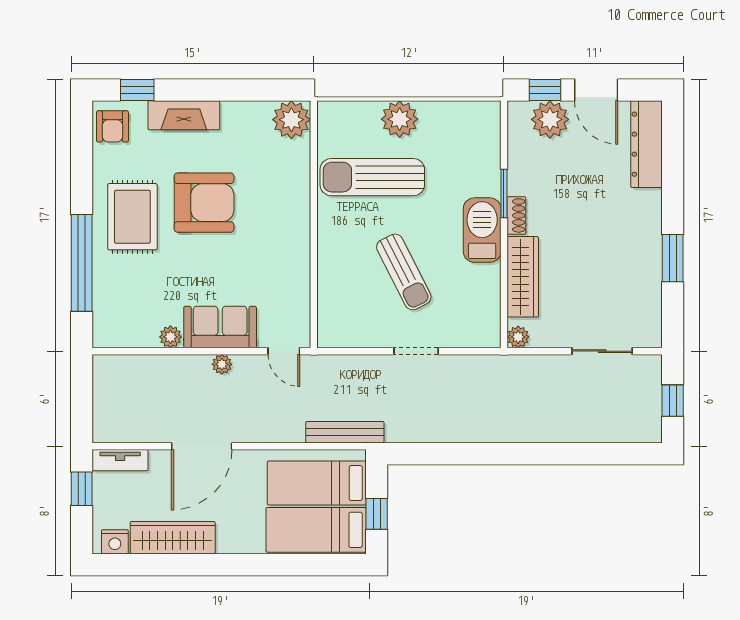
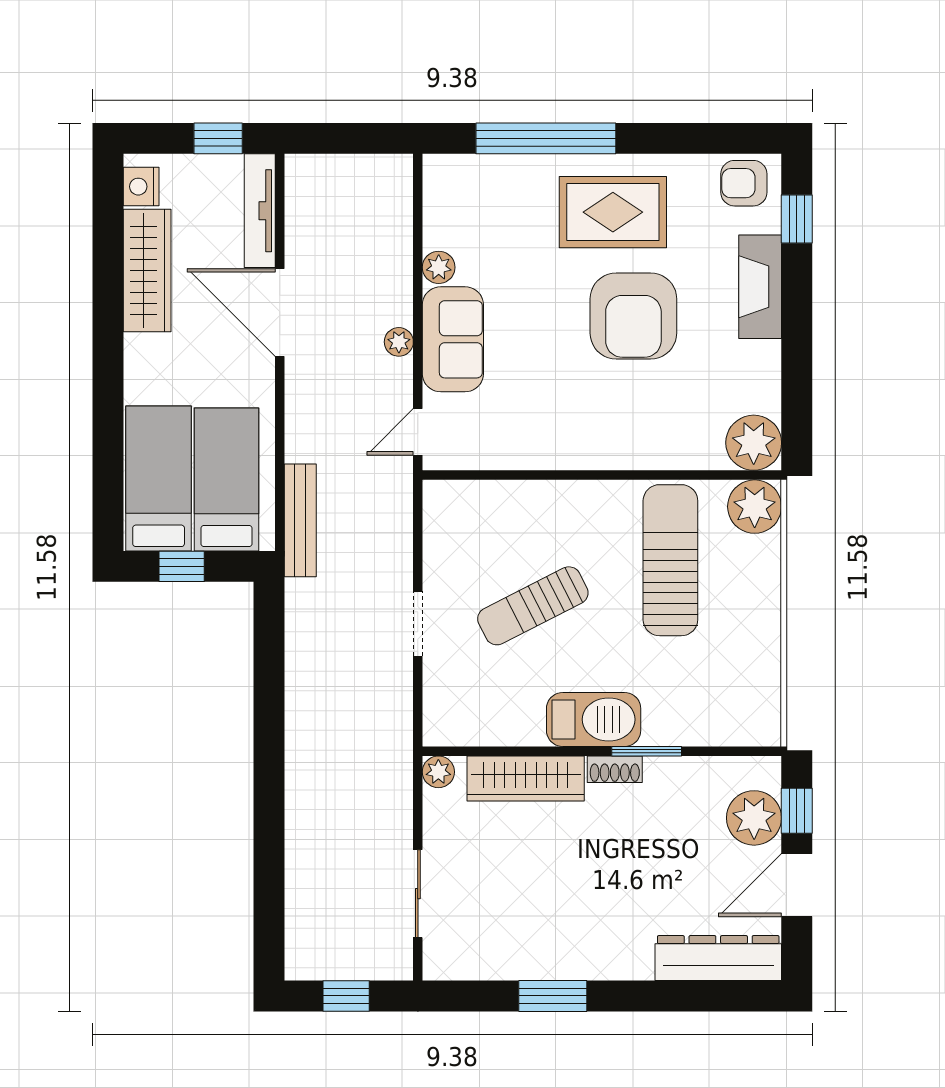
plant: (400, 119) -> (755, 507), moved
tv unit: (120, 460) -> (260, 211), width x1.41

